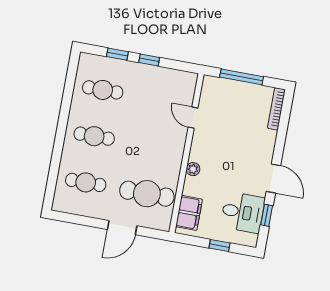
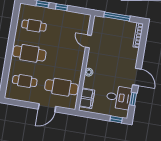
cafe table: (94, 136) -> (29, 53), width x1.37, depth x1.35
window: (220, 245) -> (116, 119), moved

